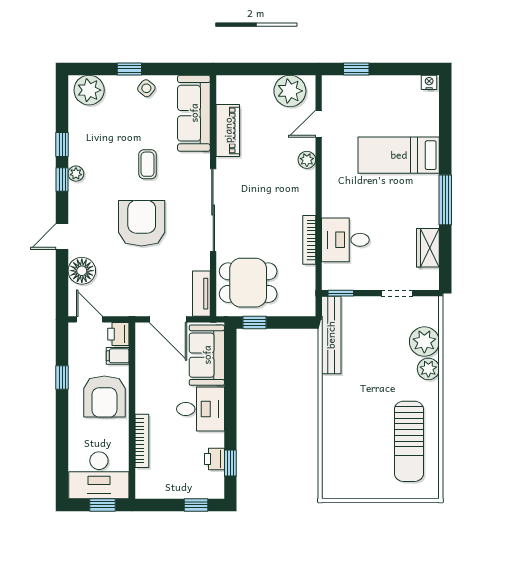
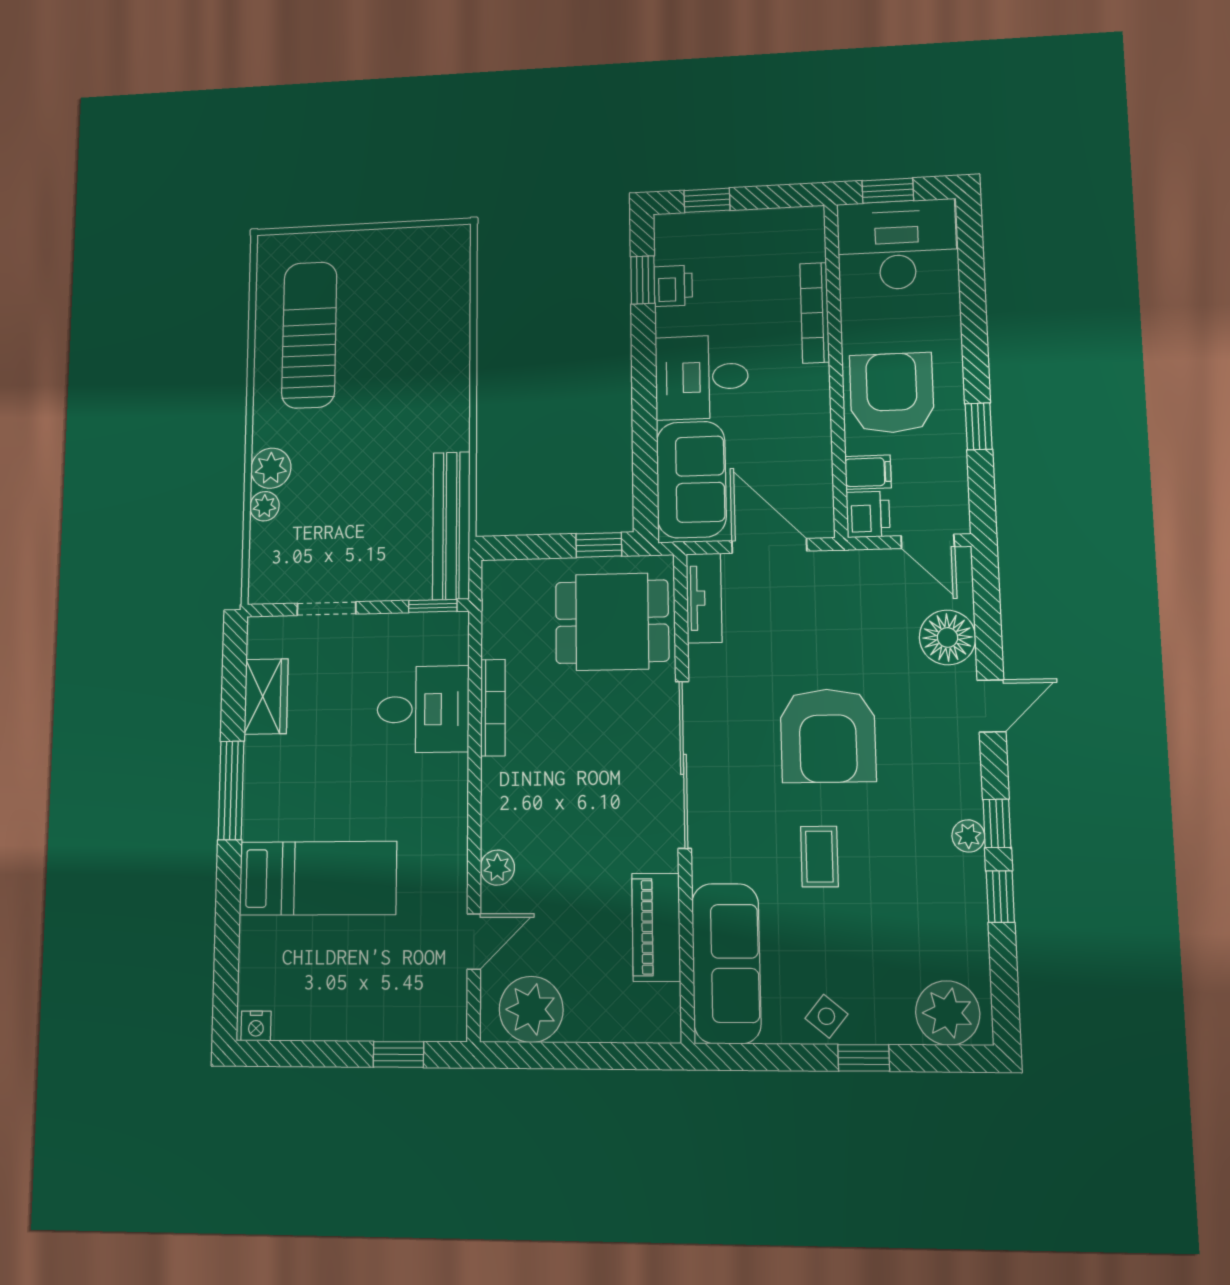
plant: (424, 342) -> (265, 506), width x0.53, depth x0.53

